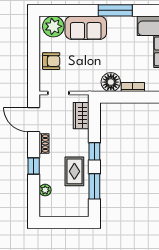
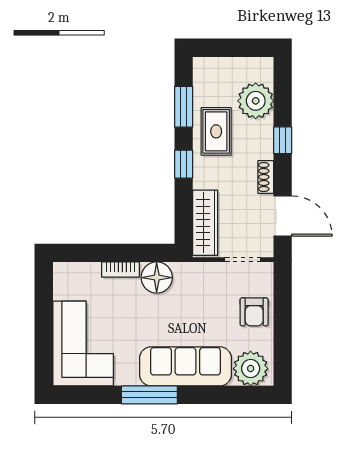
sofa: (86, 28) -> (185, 366), width x1.36
armchair: (51, 61) -> (254, 312), turned -90
wardrobe: (81, 116) -> (205, 223), width x1.50
plant: (45, 190) -> (256, 101), width x1.87, depth x1.87

